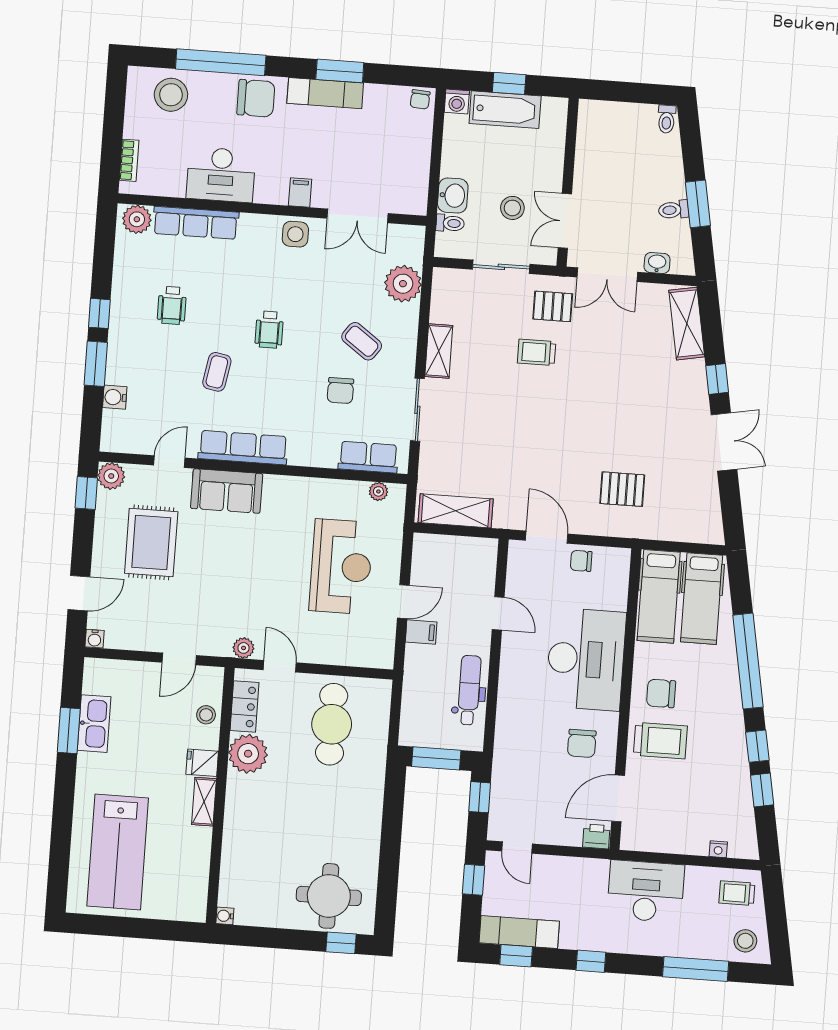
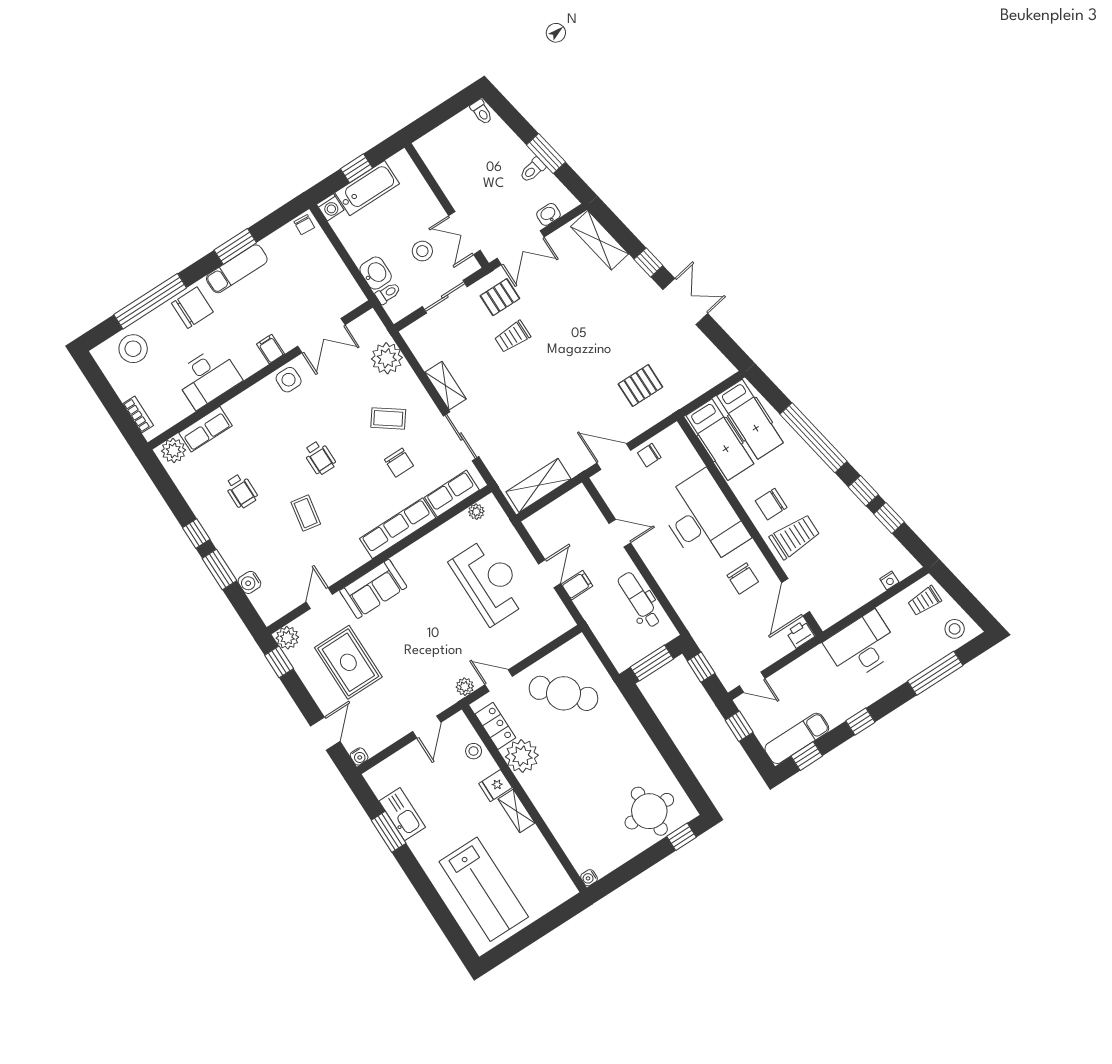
row of seats: (196, 223) -> (205, 429), width x0.68
row of seats: (243, 448) -> (398, 528), moved
cafe table: (332, 724) -> (563, 693), turned -44

